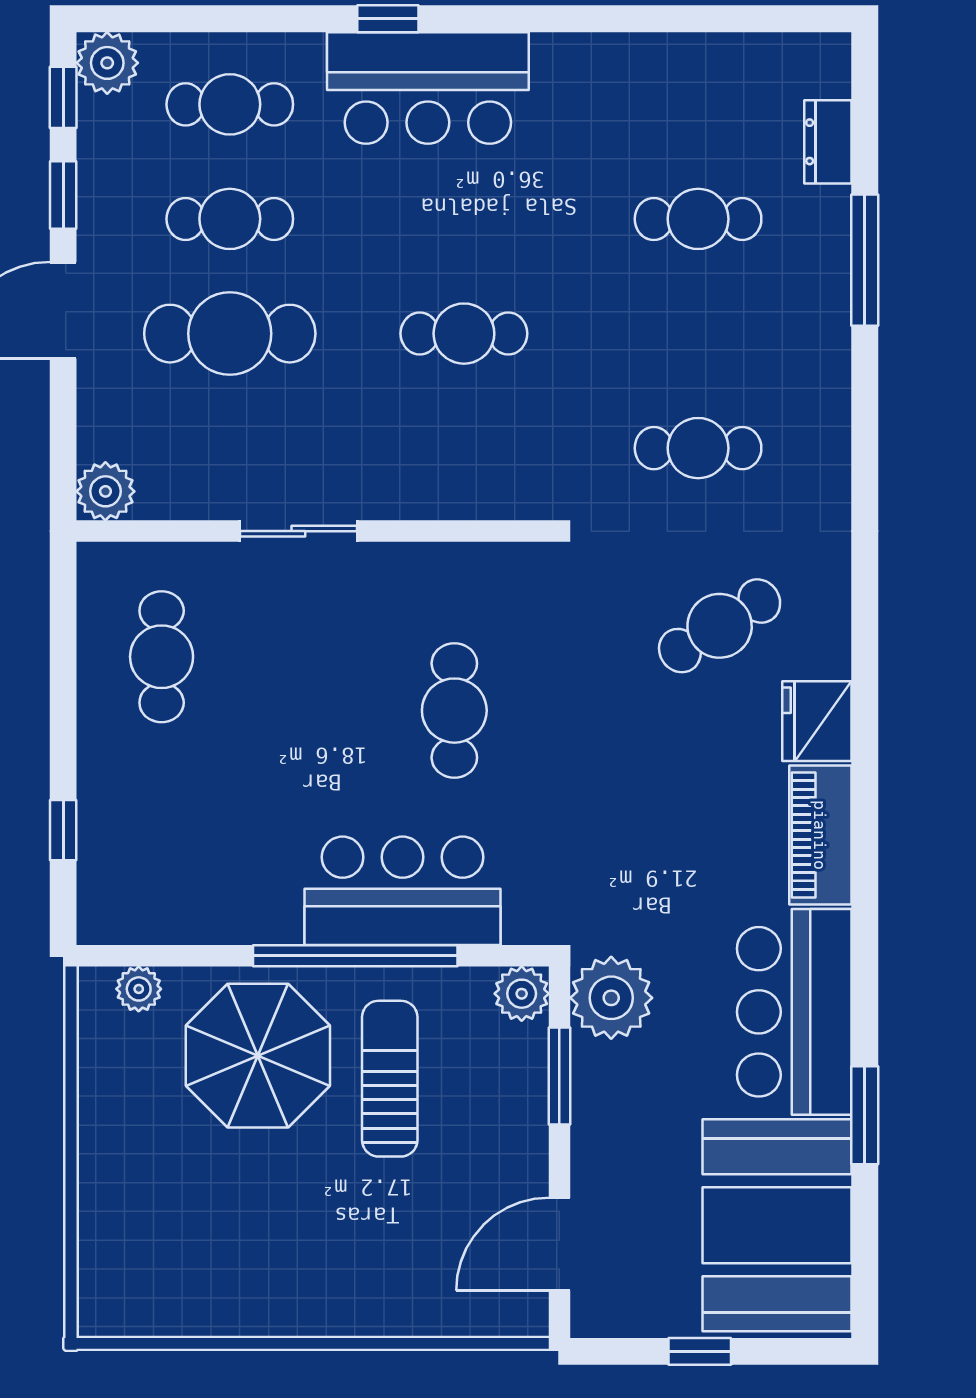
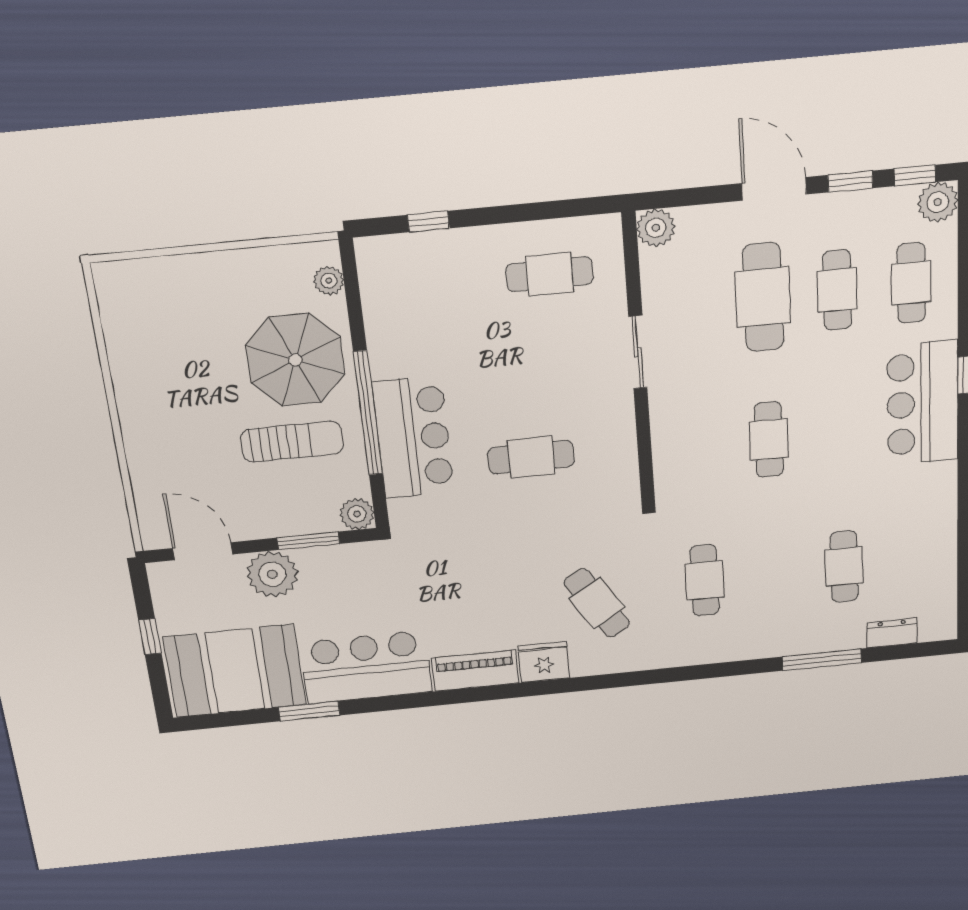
plant: (611, 998) -> (272, 574), moved

